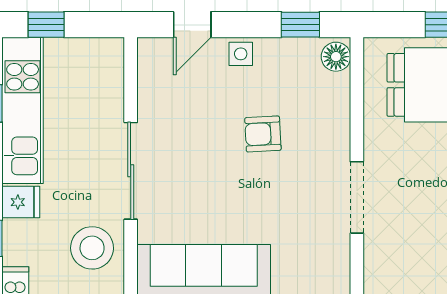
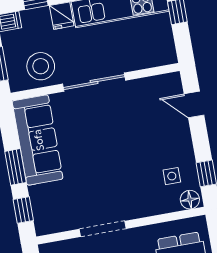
side table: (241, 54) -> (172, 176), moved
armchair: (263, 134) -> (132, 162), removed

